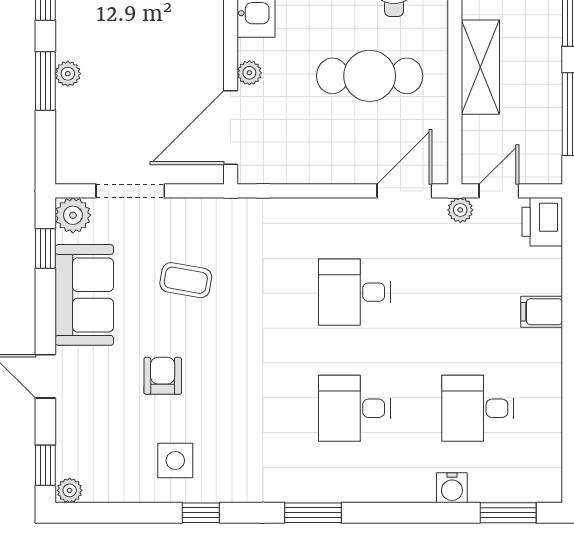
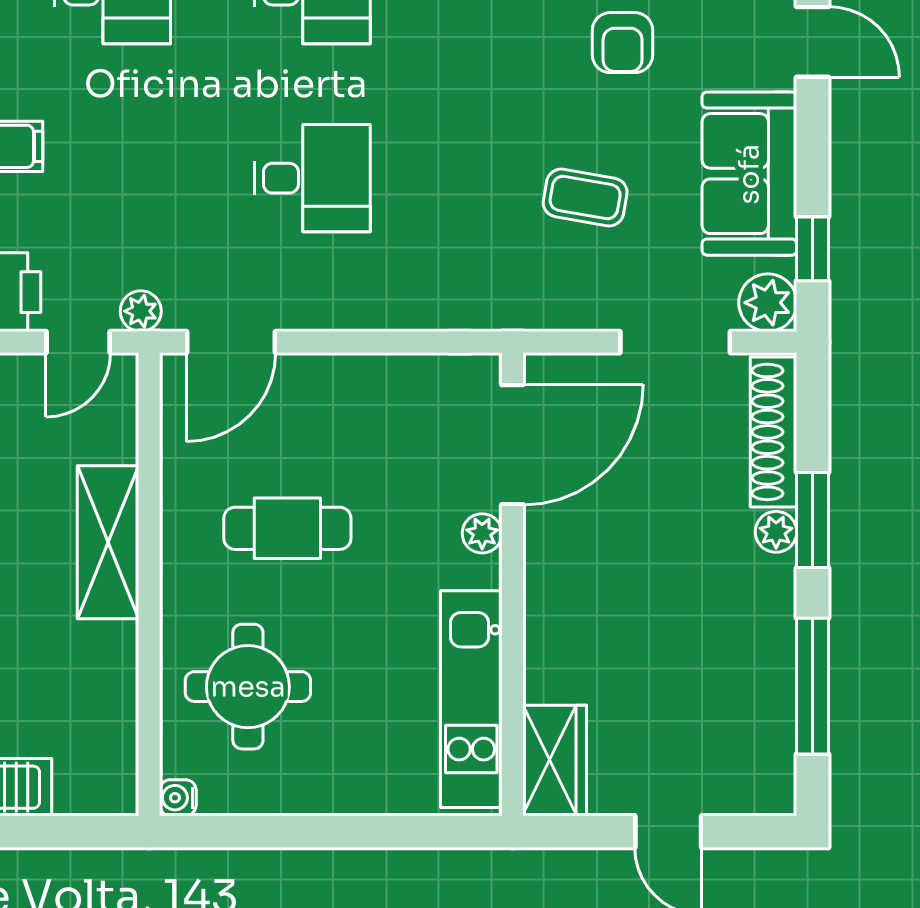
cafe table: (370, 76) -> (287, 528), width x0.73, depth x0.74
shoe rack: (69, 135) -> (773, 432), added

